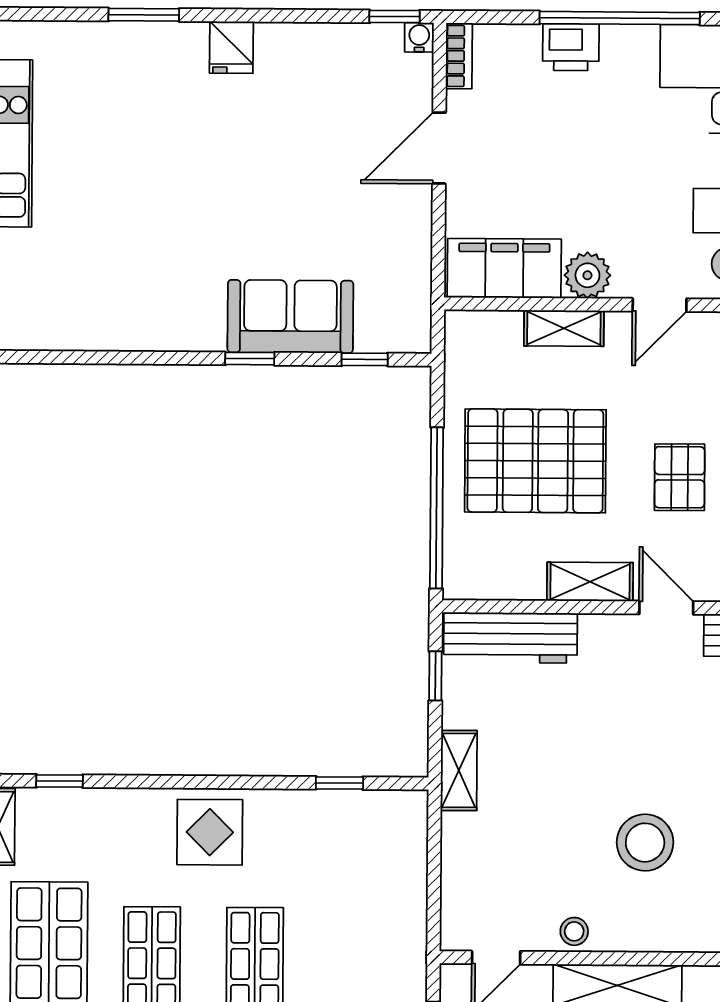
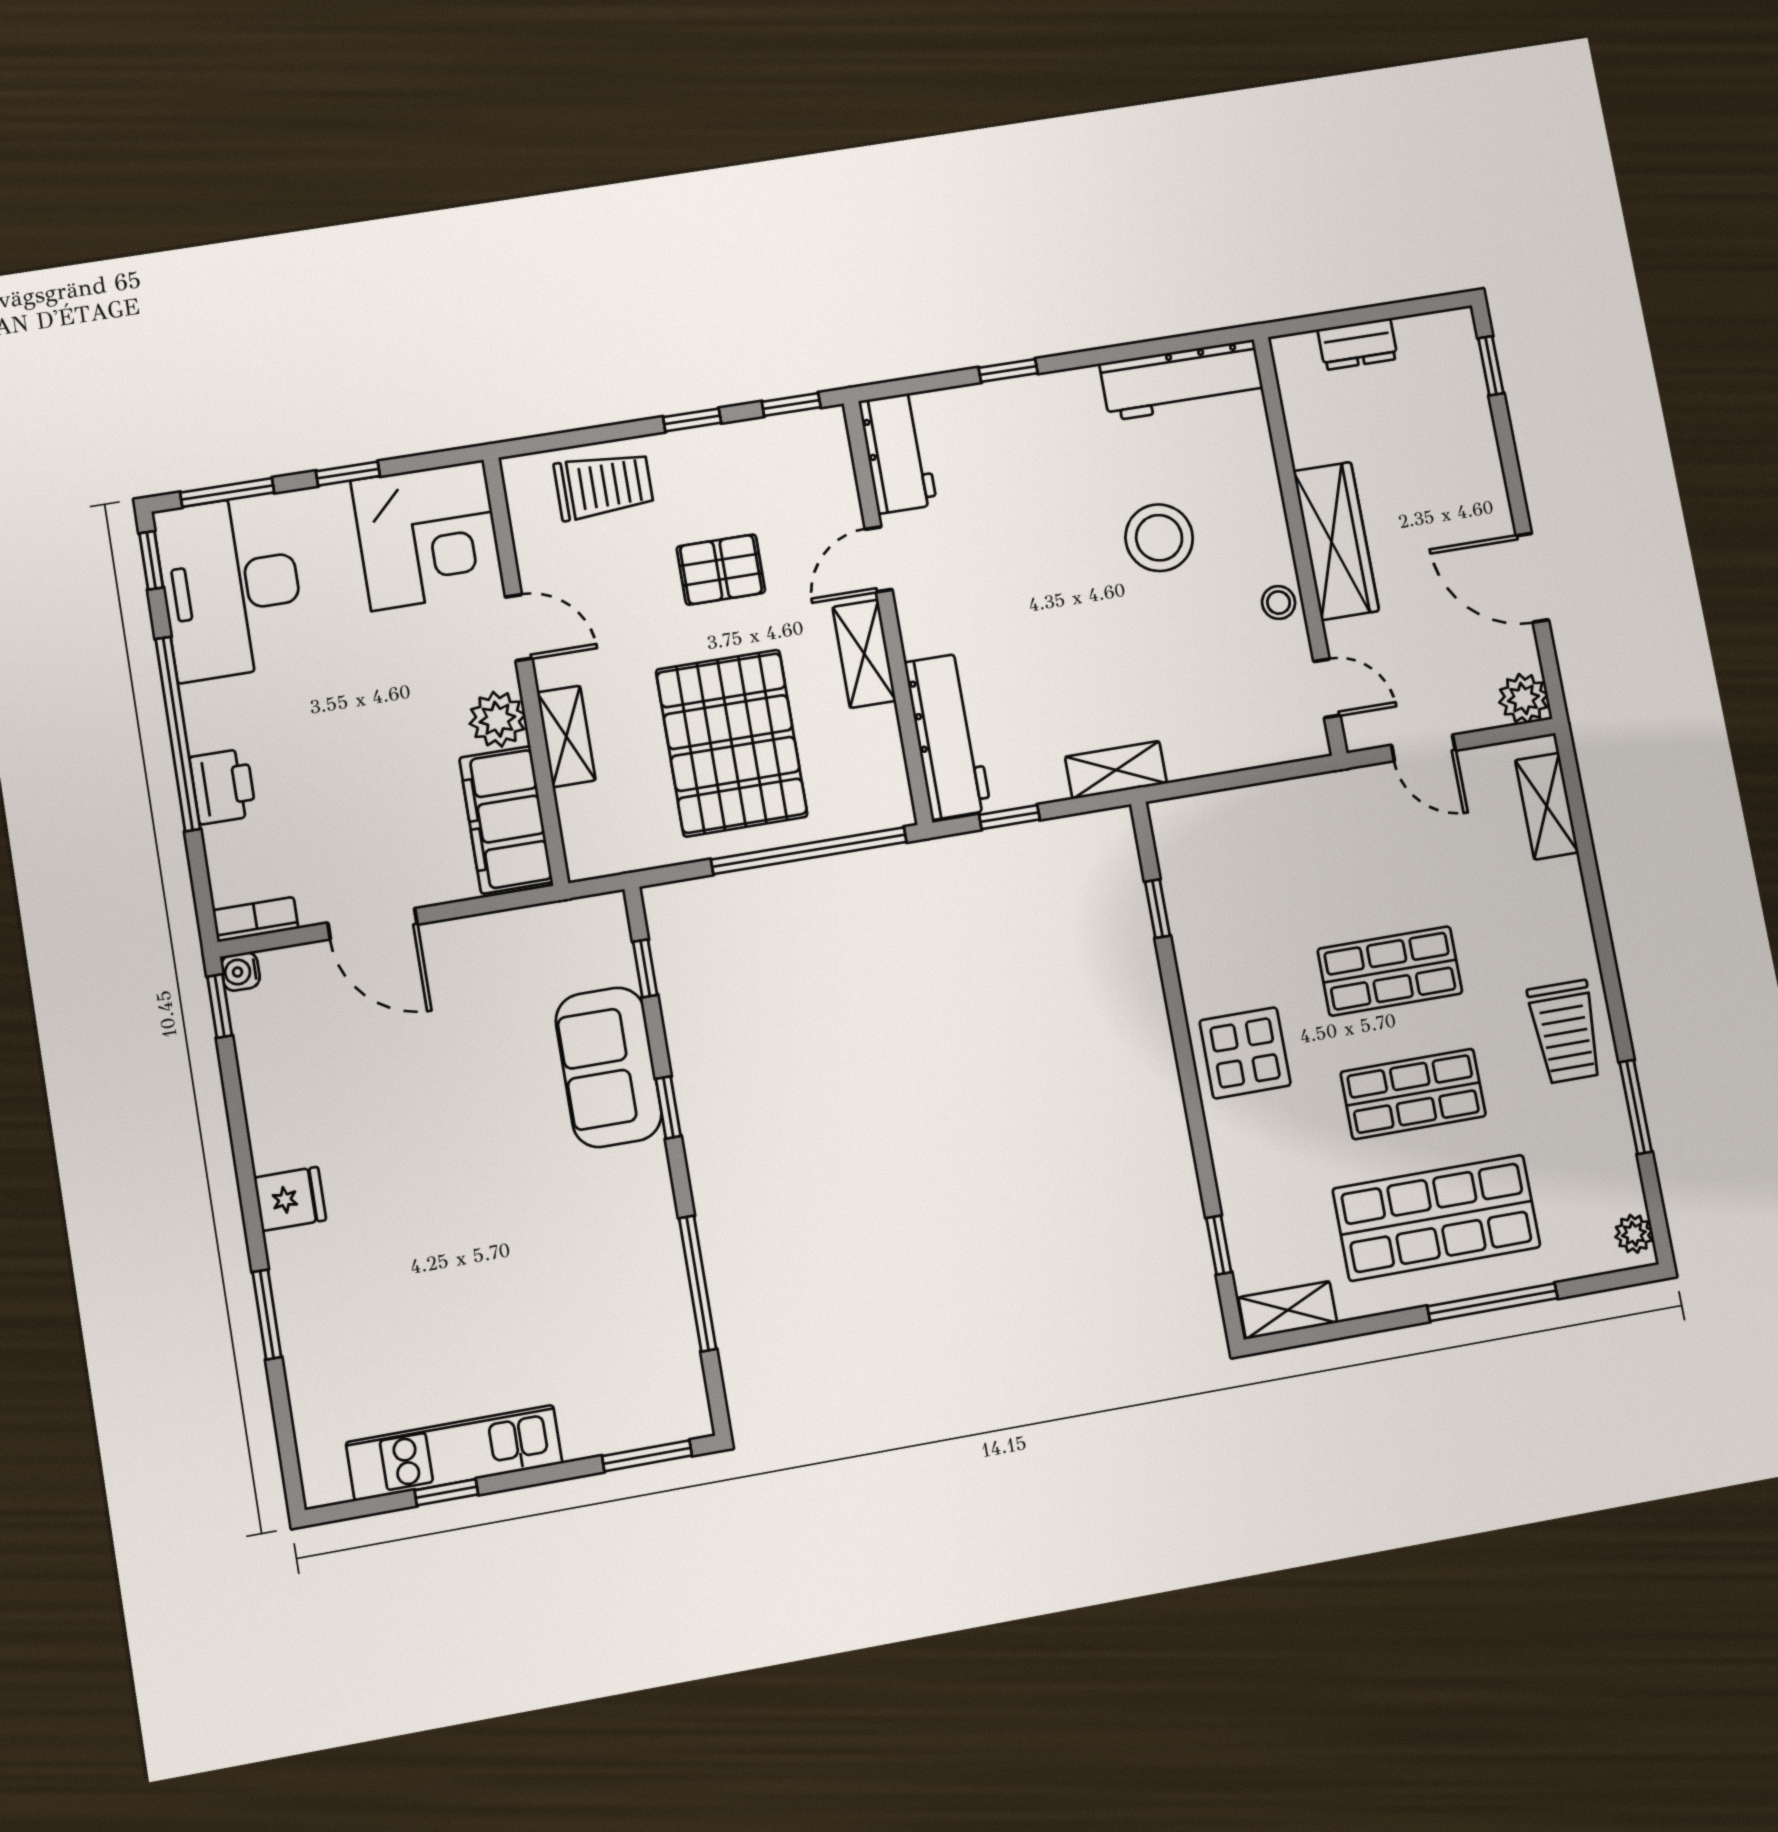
window: (106, 358) -> (698, 1283), added

